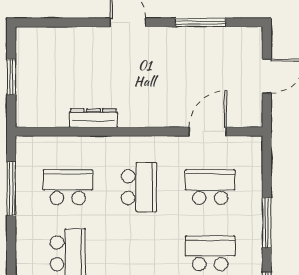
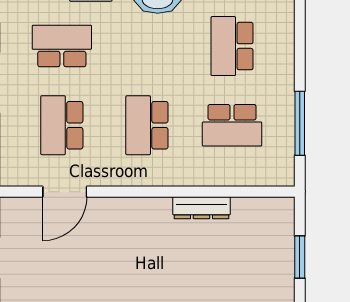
school desk: (210, 187) -> (62, 125), turned 90
school desk: (210, 253) -> (62, 46), turned 180

